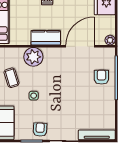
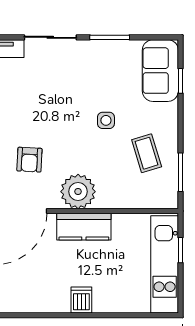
plant: (33, 57) -> (78, 192), moved
armchair: (40, 130) -> (29, 160), moved

